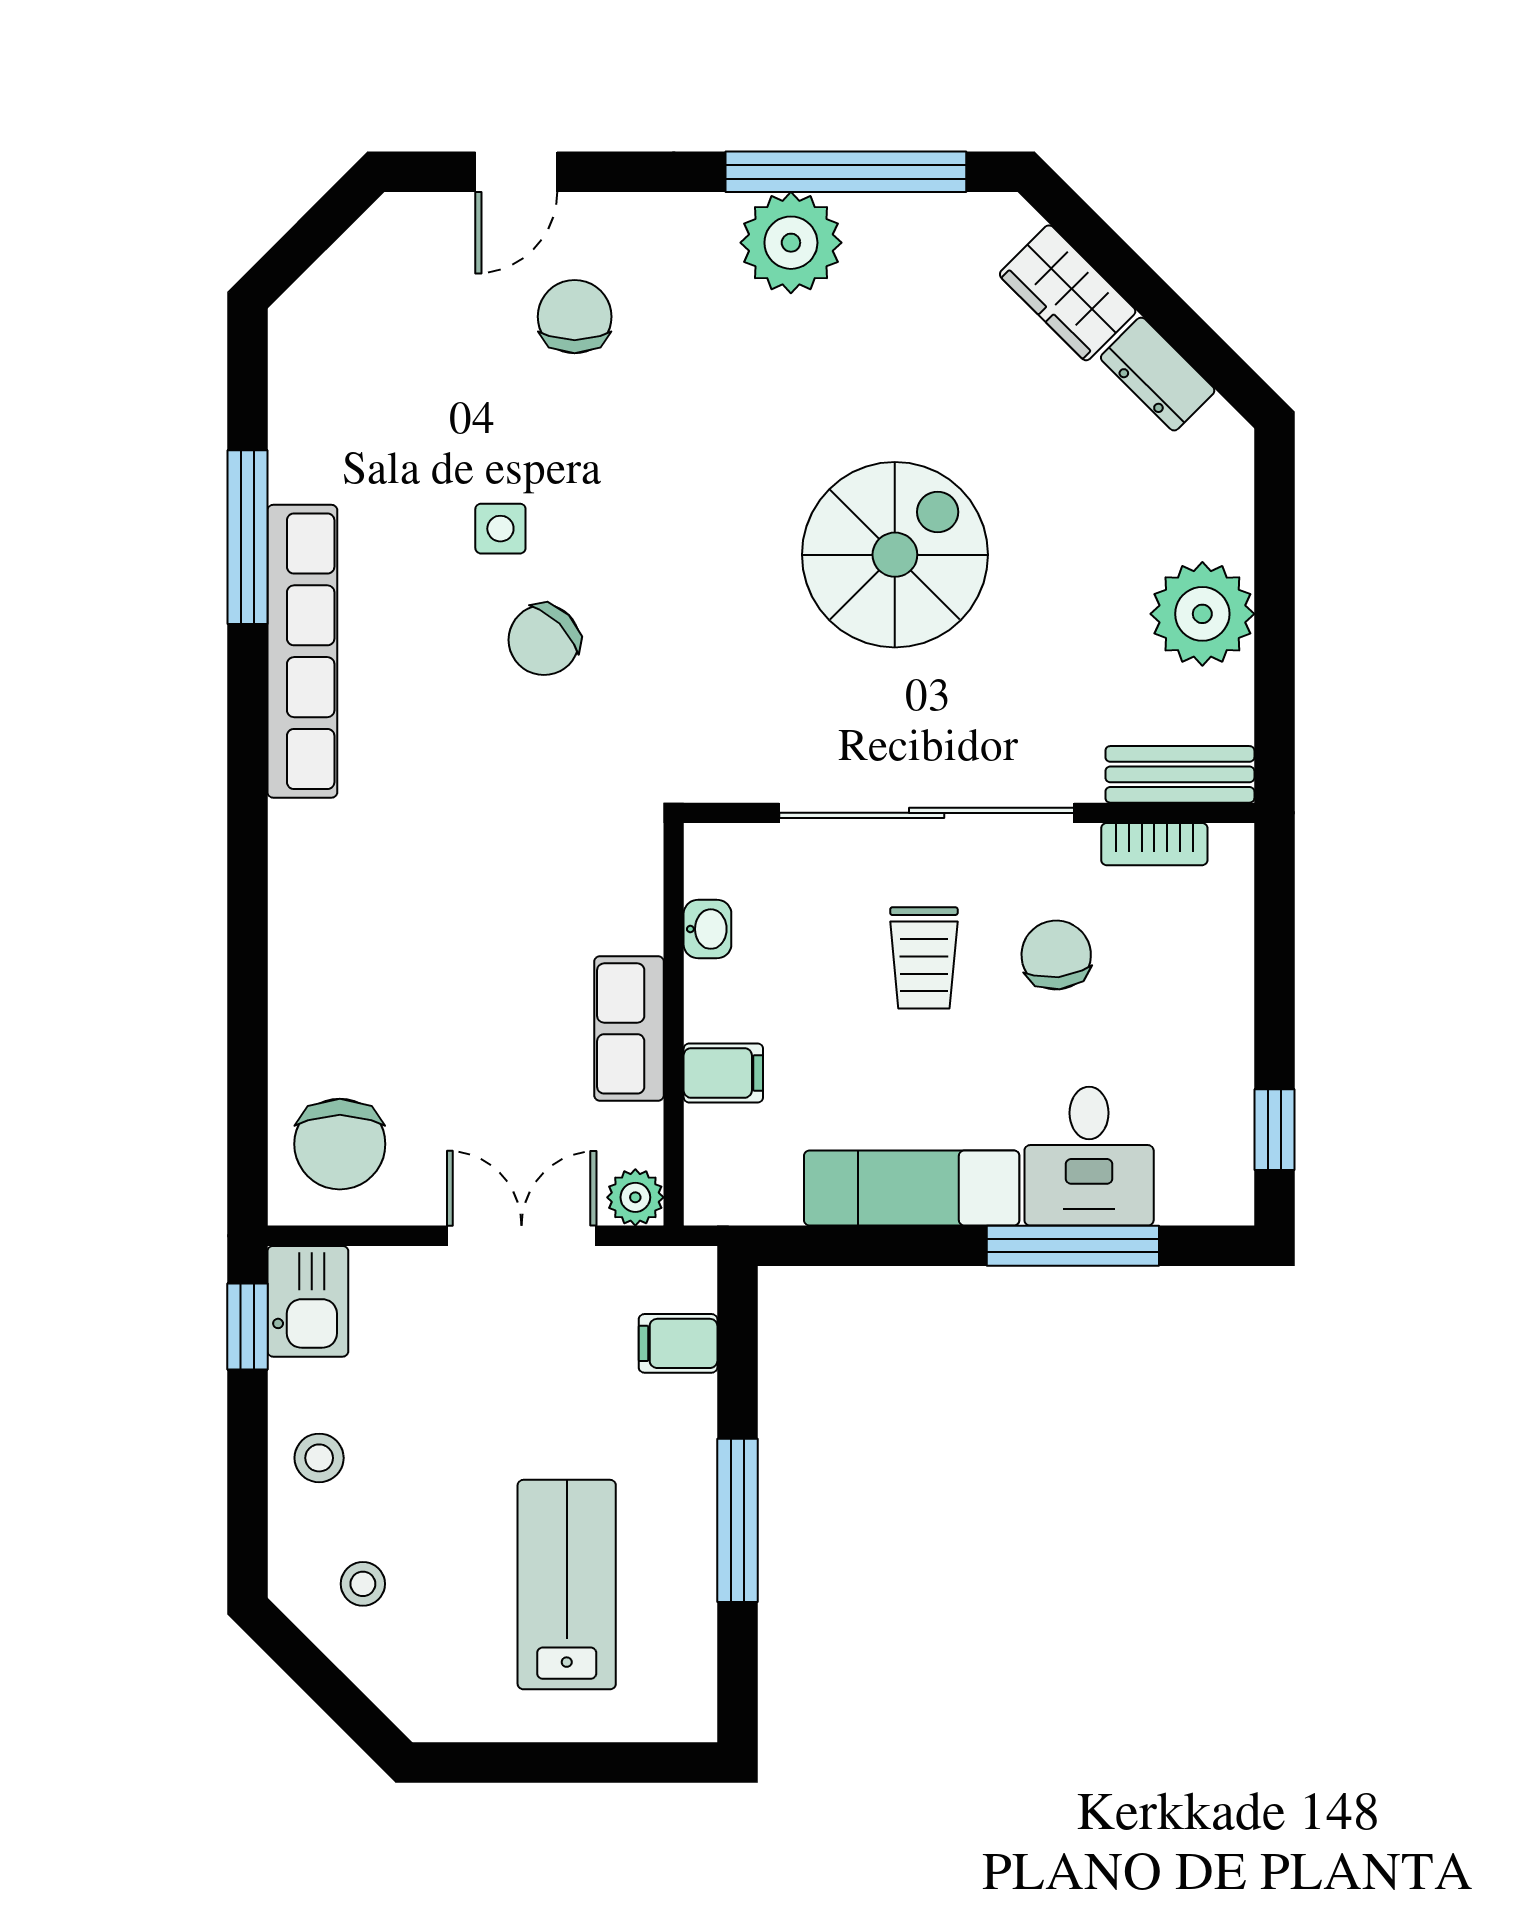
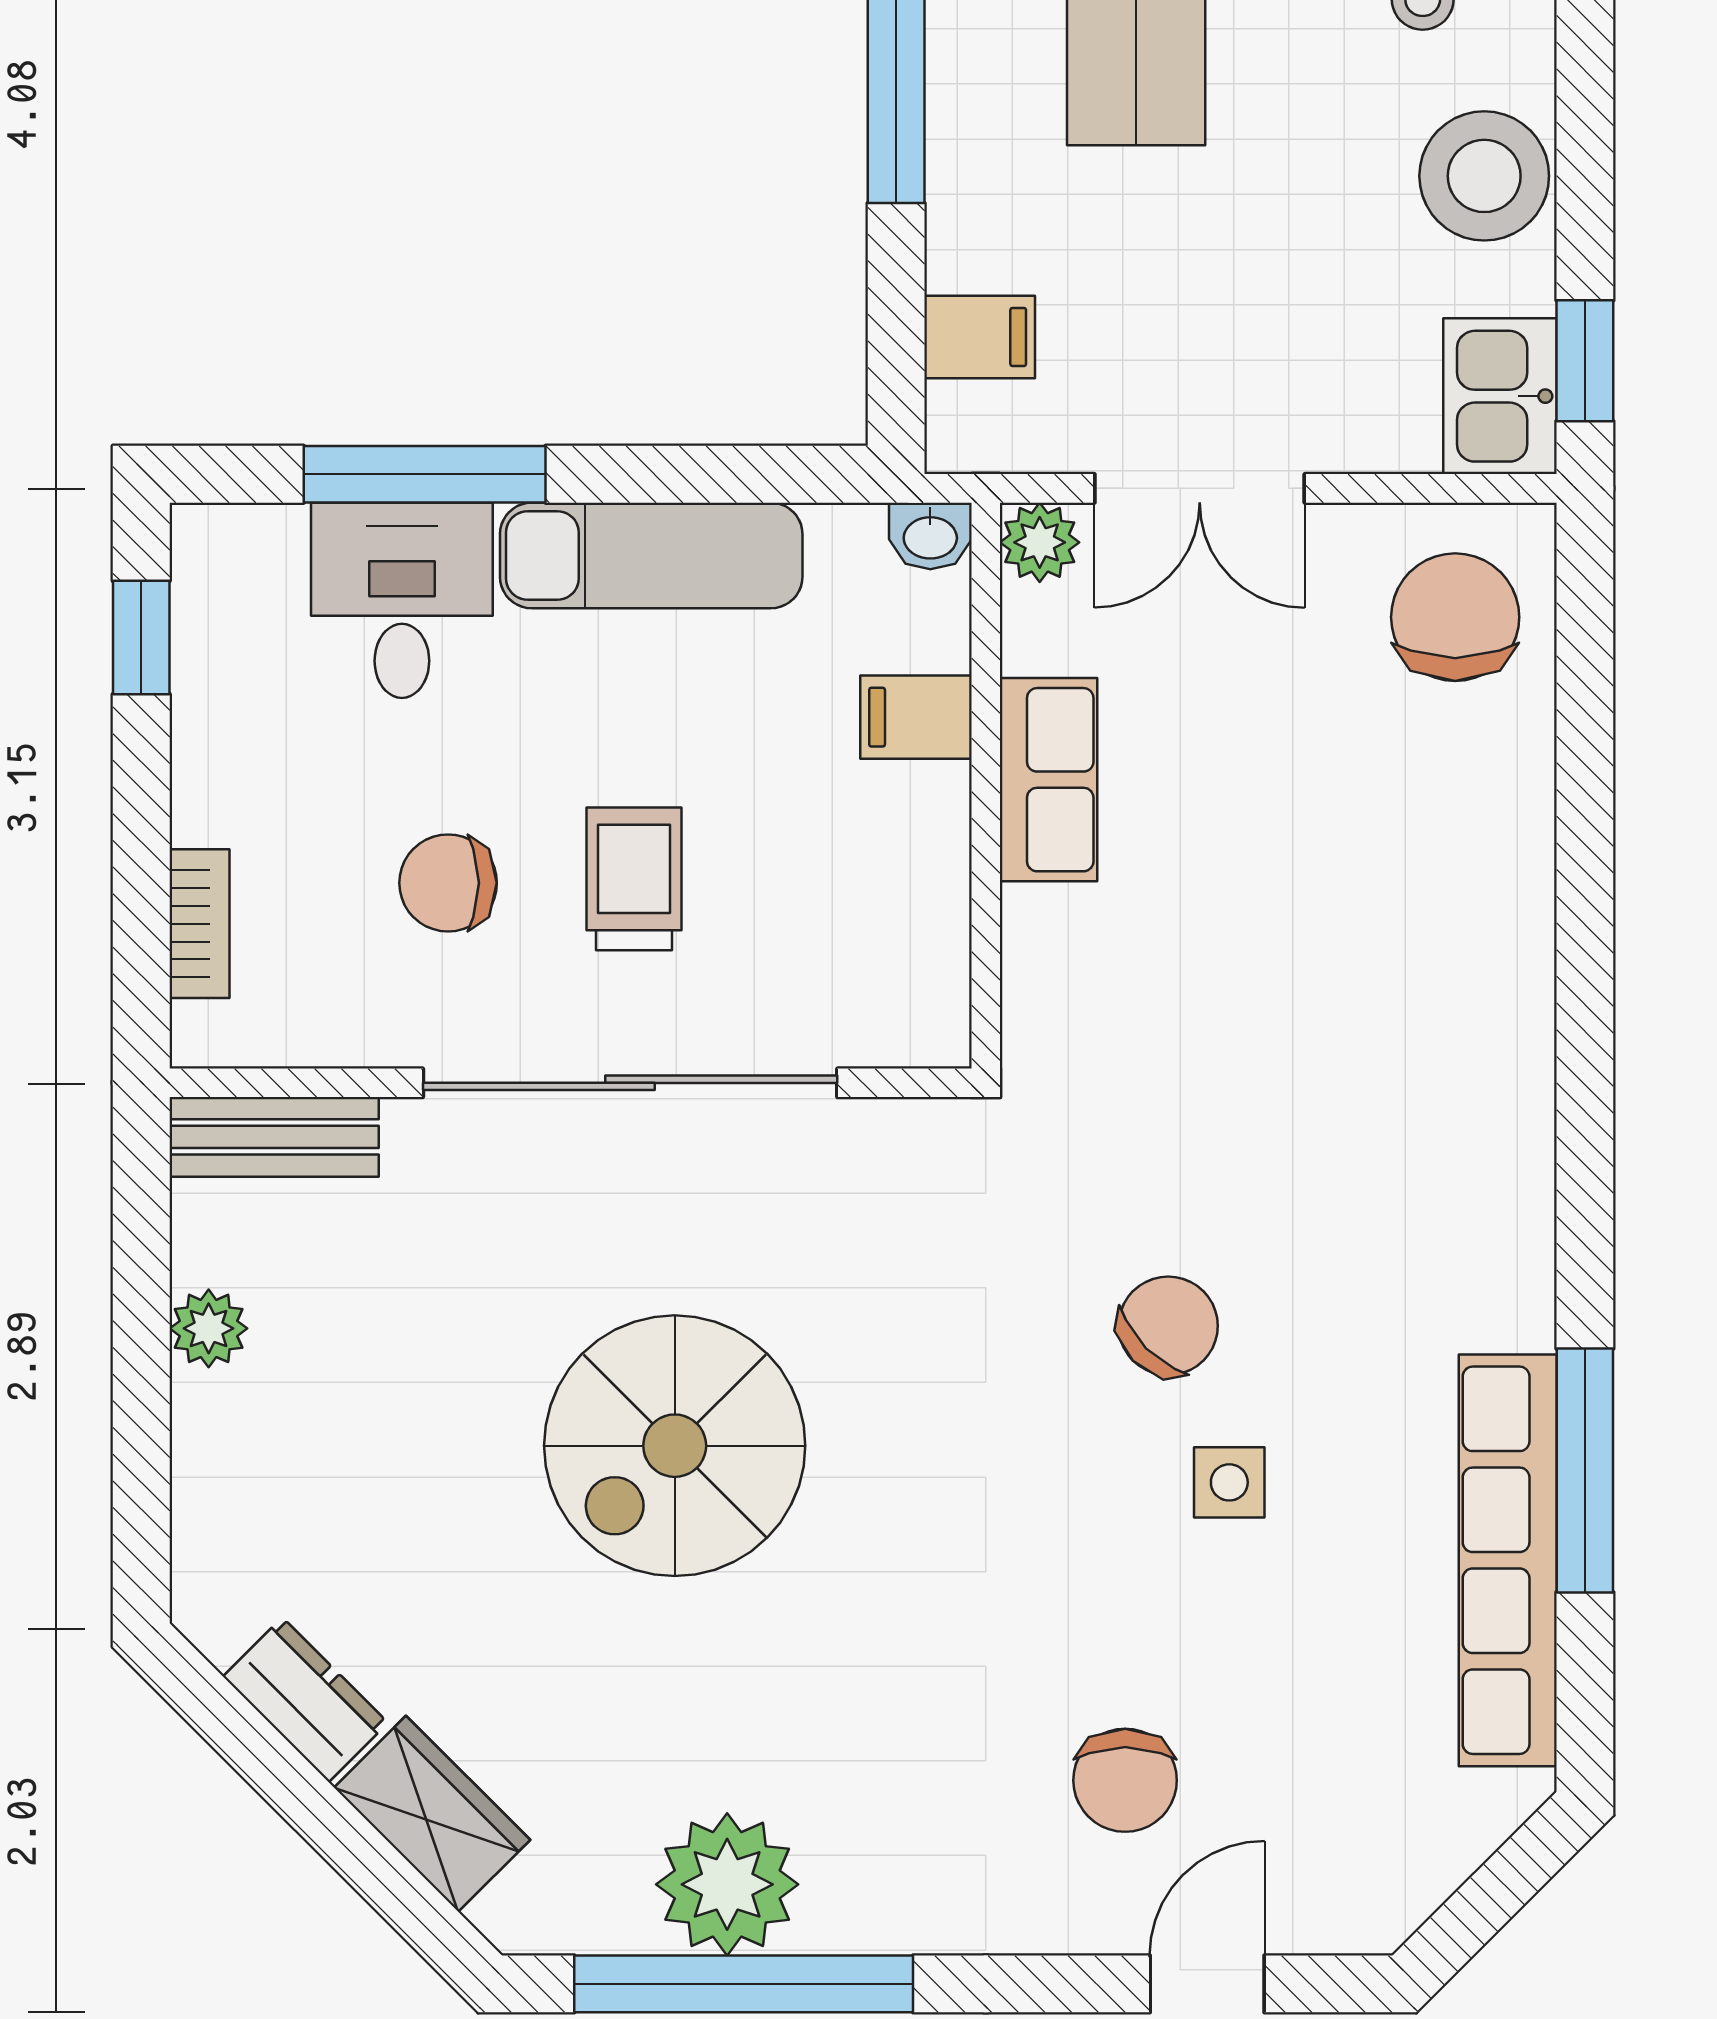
plant: (791, 243) -> (727, 1884), moved
plant: (1202, 614) -> (209, 1328), width x0.53, depth x0.53
row of seats: (302, 651) -> (1508, 1560), moved
bookcase: (1154, 844) -> (199, 924), moved, turned 90
washbasin: (707, 929) -> (930, 536), moved, turned -90
chair: (1056, 955) -> (448, 883), turned 96
stool: (319, 1458) -> (1484, 176), width x1.89, depth x1.89

